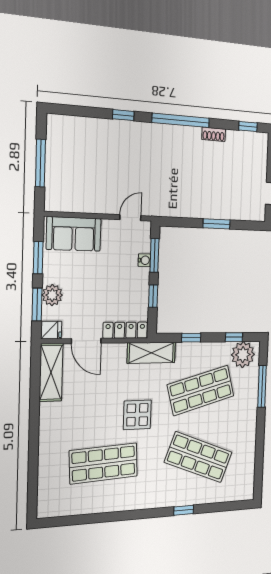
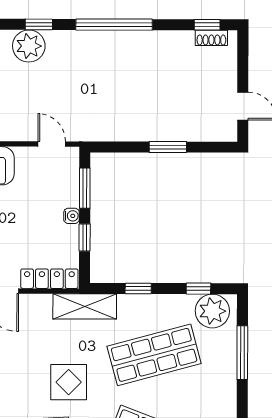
plant: (115, 133) -> (29, 46), added
shoe rack: (214, 134) -> (211, 38), moved
door: (130, 218) -> (52, 144), hinge flipped
water cooler: (144, 260) -> (72, 216), moved

